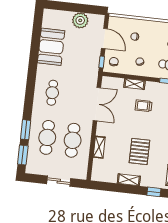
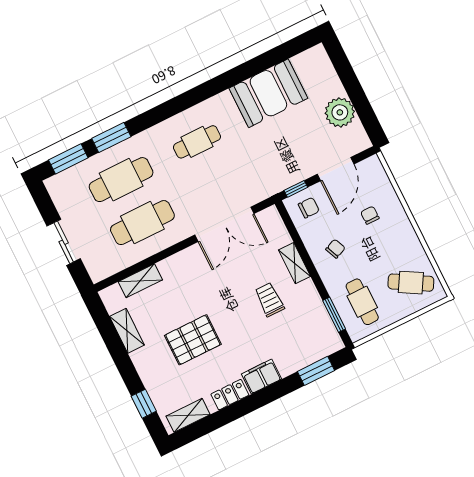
shelving: (99, 147) -> (140, 281), moved
shelving: (129, 180) -> (127, 331), moved

